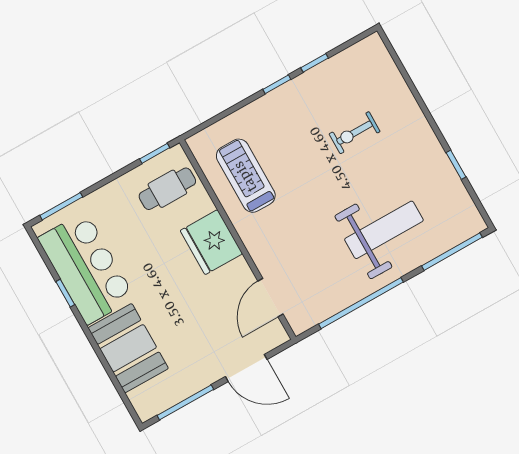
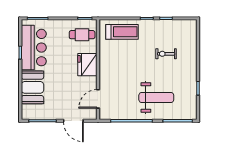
treadmill: (246, 176) -> (122, 32), moved, turned 90

